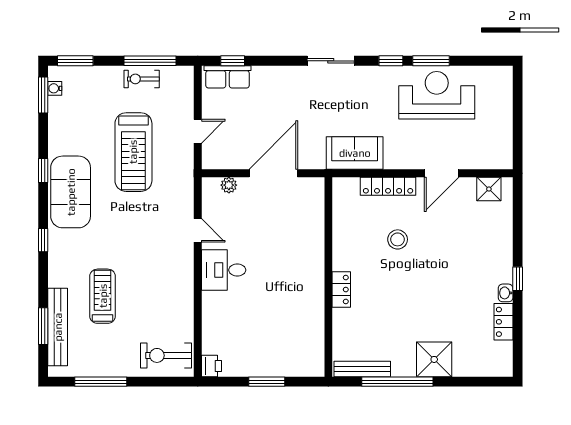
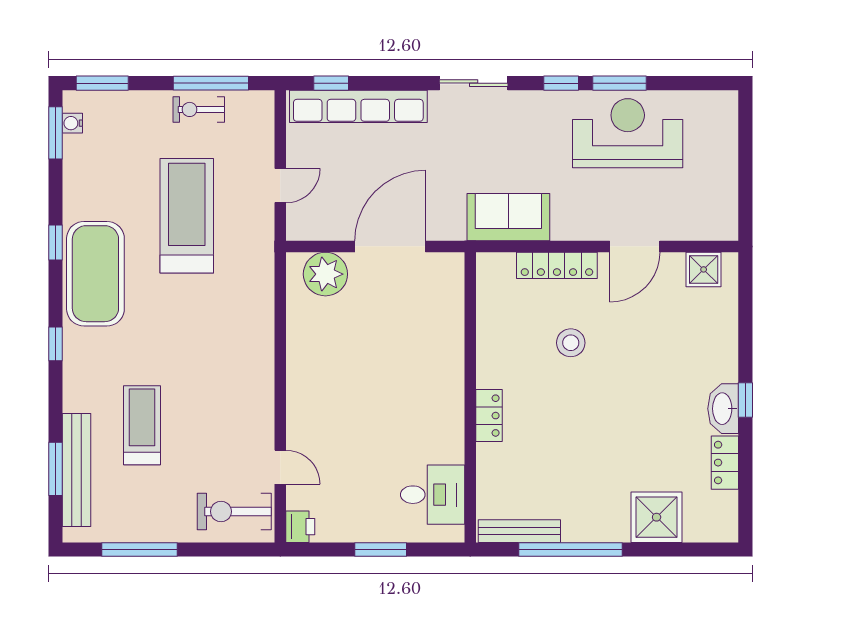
row of seats: (228, 77) -> (358, 106), width x2.02
treadmill: (133, 152) -> (187, 216), turned 180
plant: (229, 185) -> (325, 274), width x1.87, depth x1.87
door: (198, 230) -> (280, 467), moved
desk: (224, 270) -> (433, 495), moved, turned 180
washbasin: (506, 293) -> (723, 409), width x1.91, depth x1.45
shower: (434, 359) -> (657, 517), moved

